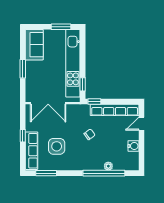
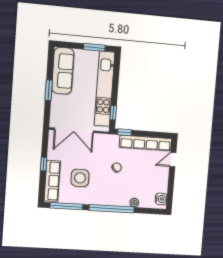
sofa: (34, 45) -> (63, 71), width x1.36
water cooler: (133, 146) -> (161, 199), moved
window: (46, 173) -> (66, 206), width x1.44
window: (104, 173) -> (112, 209), moved

